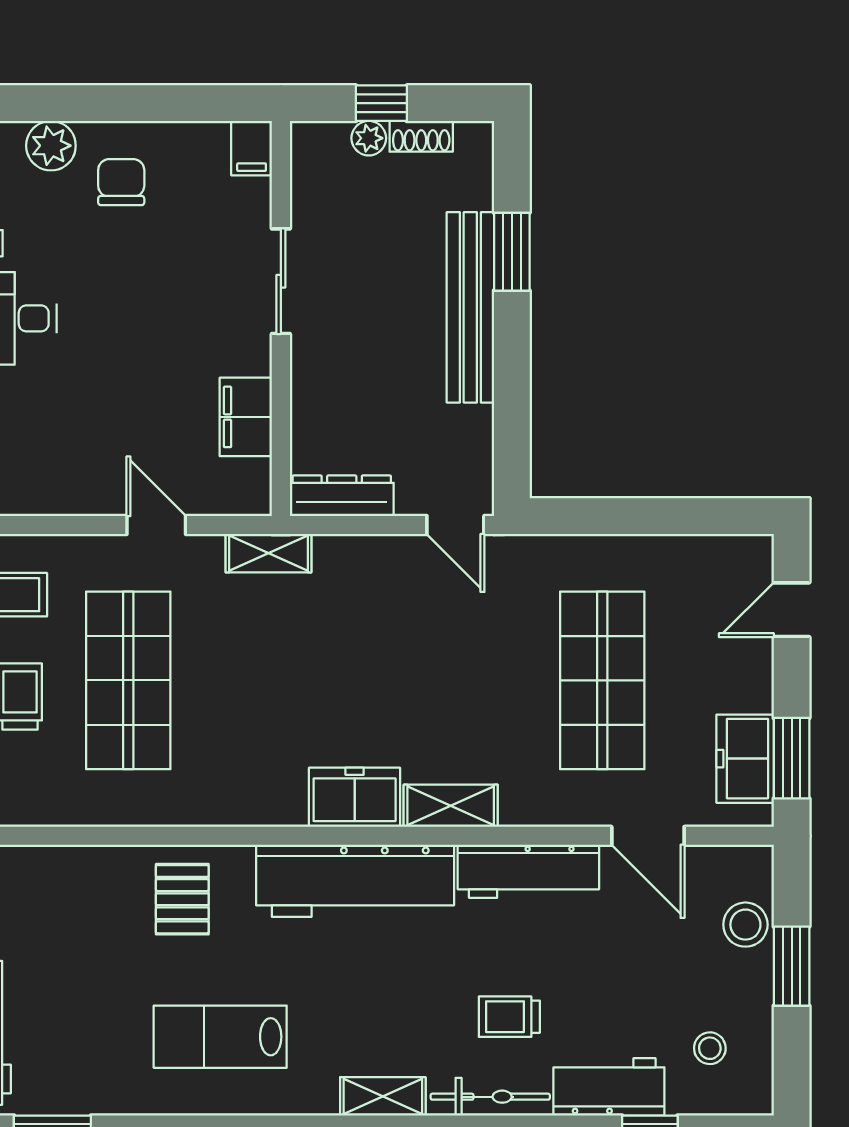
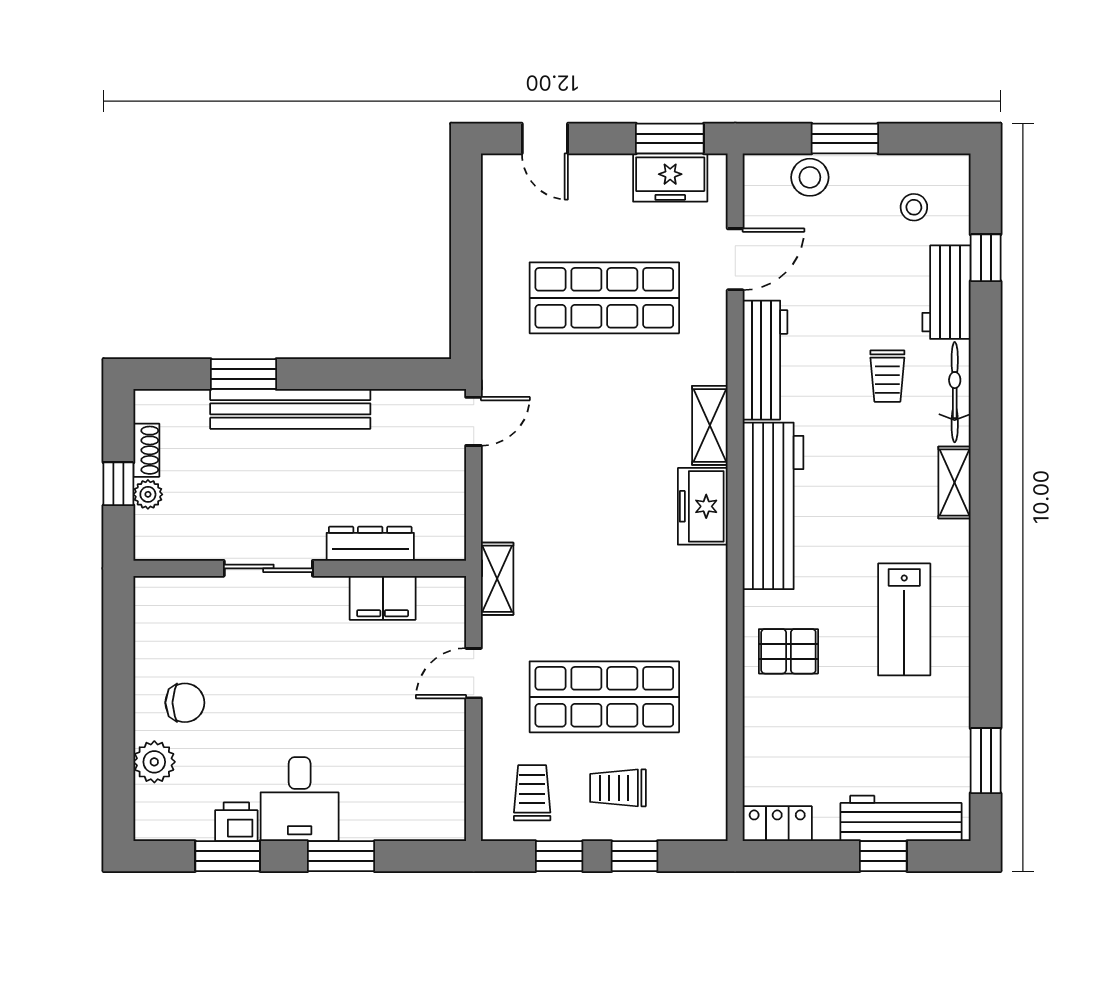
filing cabinet: (252, 148) -> (156, 593), removed
chair: (121, 182) -> (185, 703), turned 180
dresser: (342, 496) -> (370, 544), moved, turned 90

